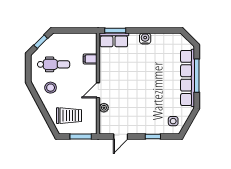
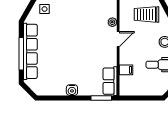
row of seats: (114, 40) -> (110, 81), moved, turned -90

